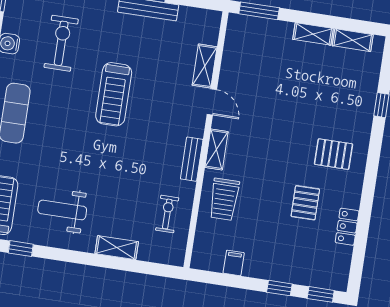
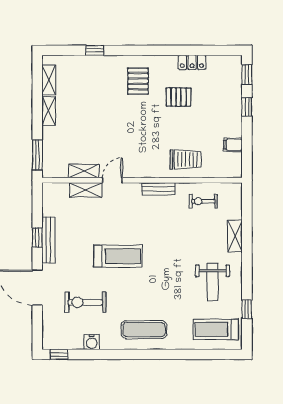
shelving: (216, 150) -> (84, 171), moved

